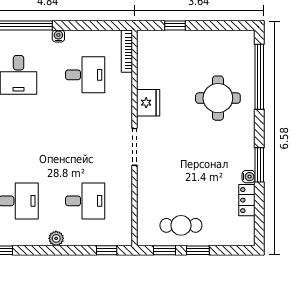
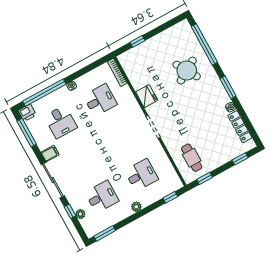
round table: (218, 98) -> (187, 71), turned -31
window: (259, 165) -> (228, 87), moved
locker: (247, 200) -> (240, 127), width x1.53
cafe table: (181, 225) -> (192, 158), moved, turned 90
window: (198, 250) -> (240, 159), moved

